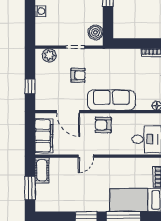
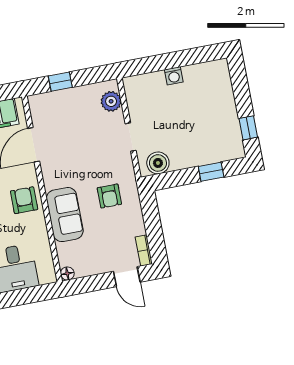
armchair: (78, 75) -> (109, 196), moved
sofa: (111, 100) -> (65, 215), width x0.73

